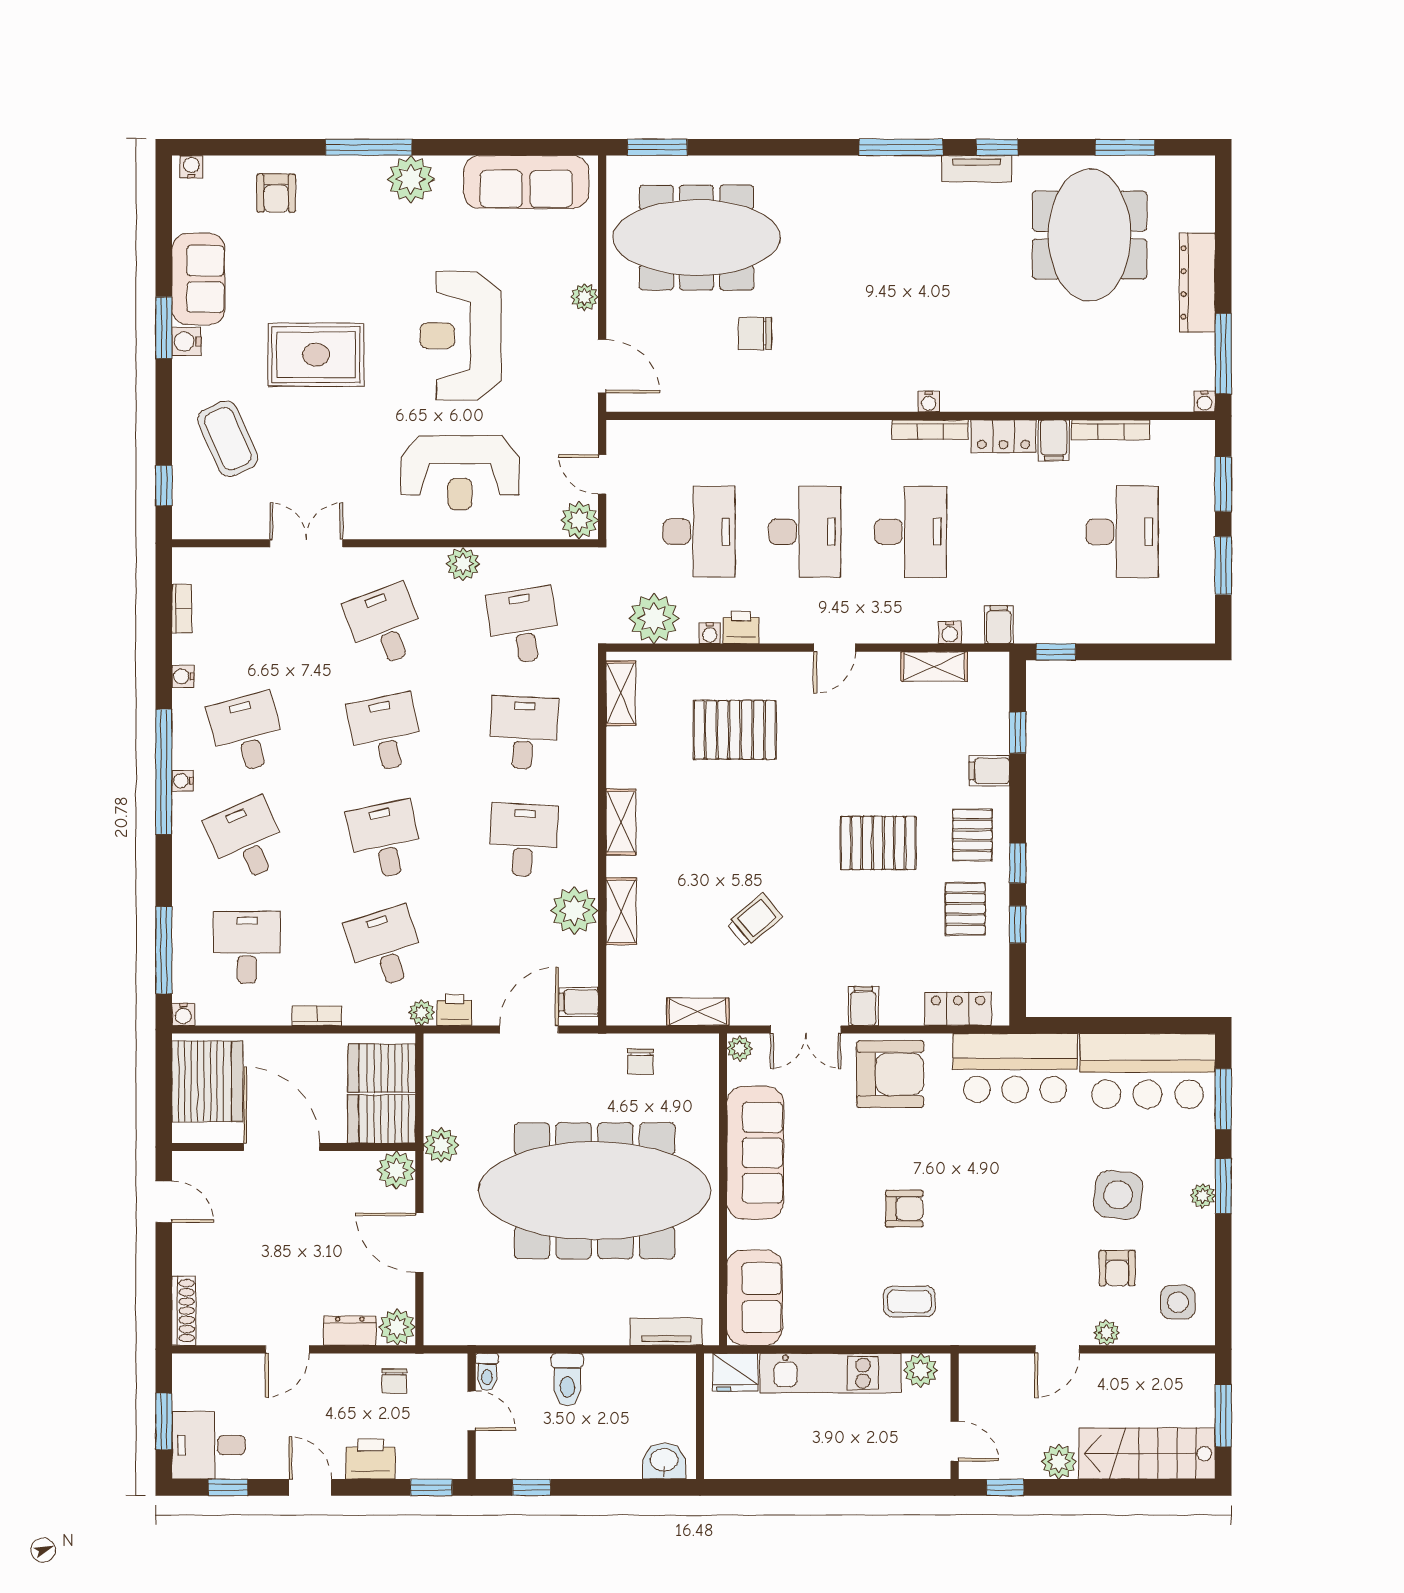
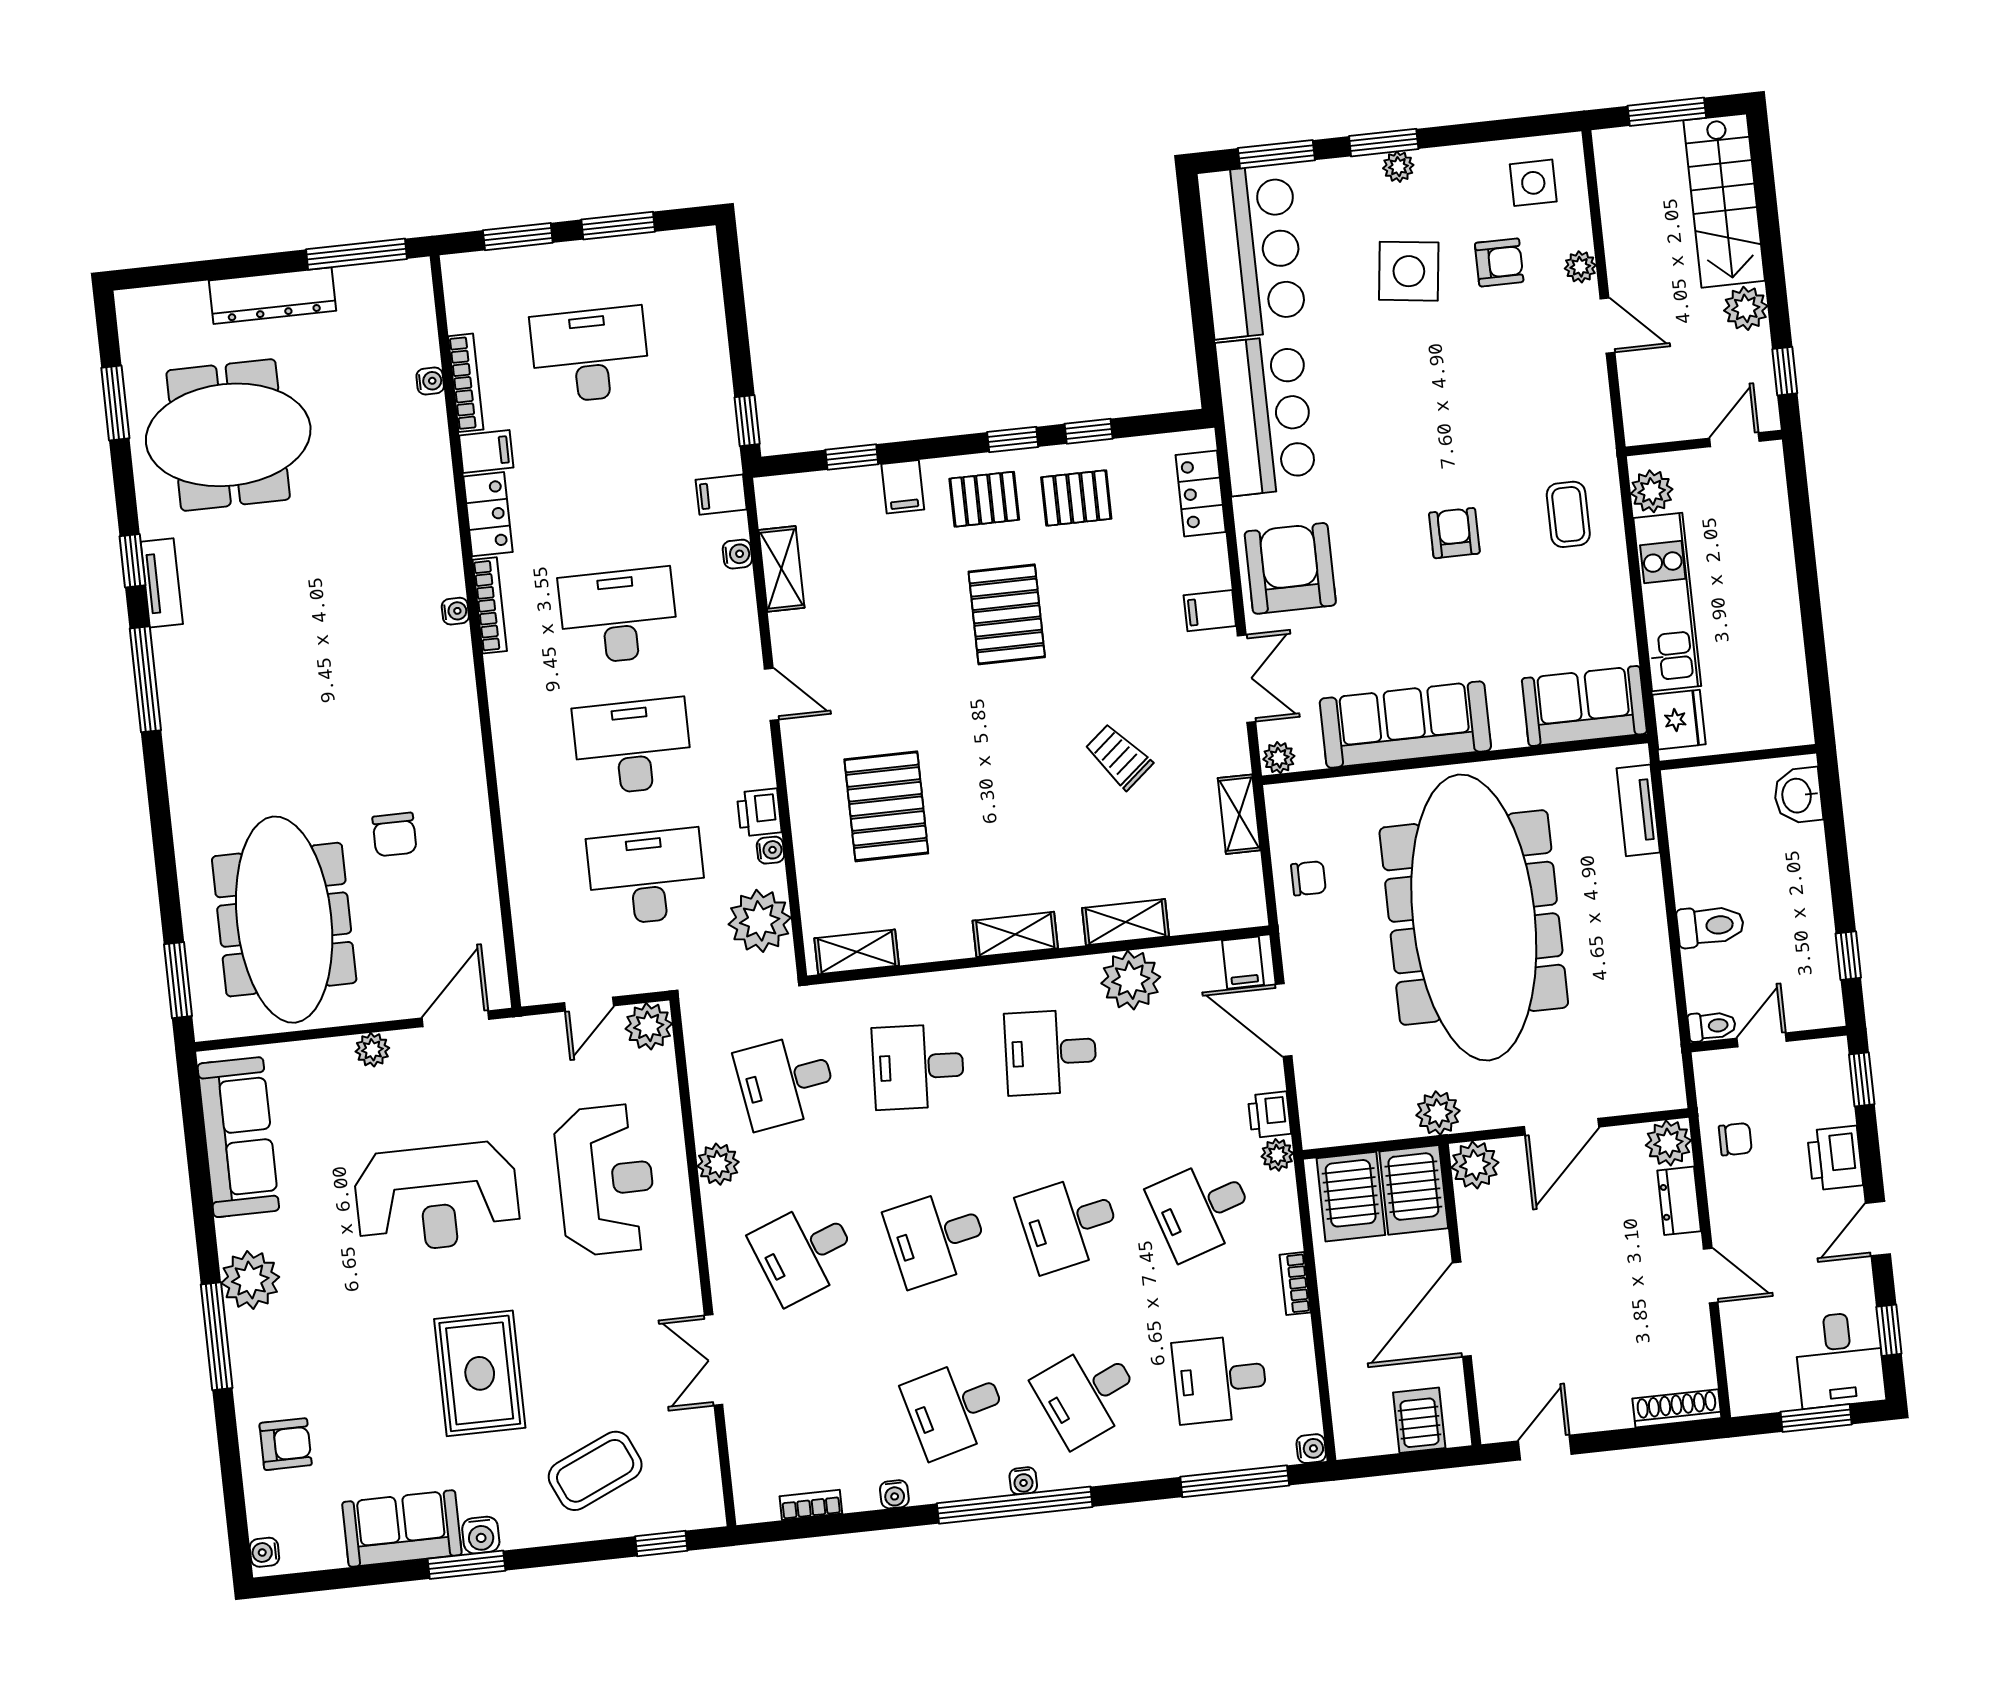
water cooler: (1205, 401) -> (430, 381), moved
server rack: (207, 1081) -> (1419, 1420), width x0.46, depth x0.70

